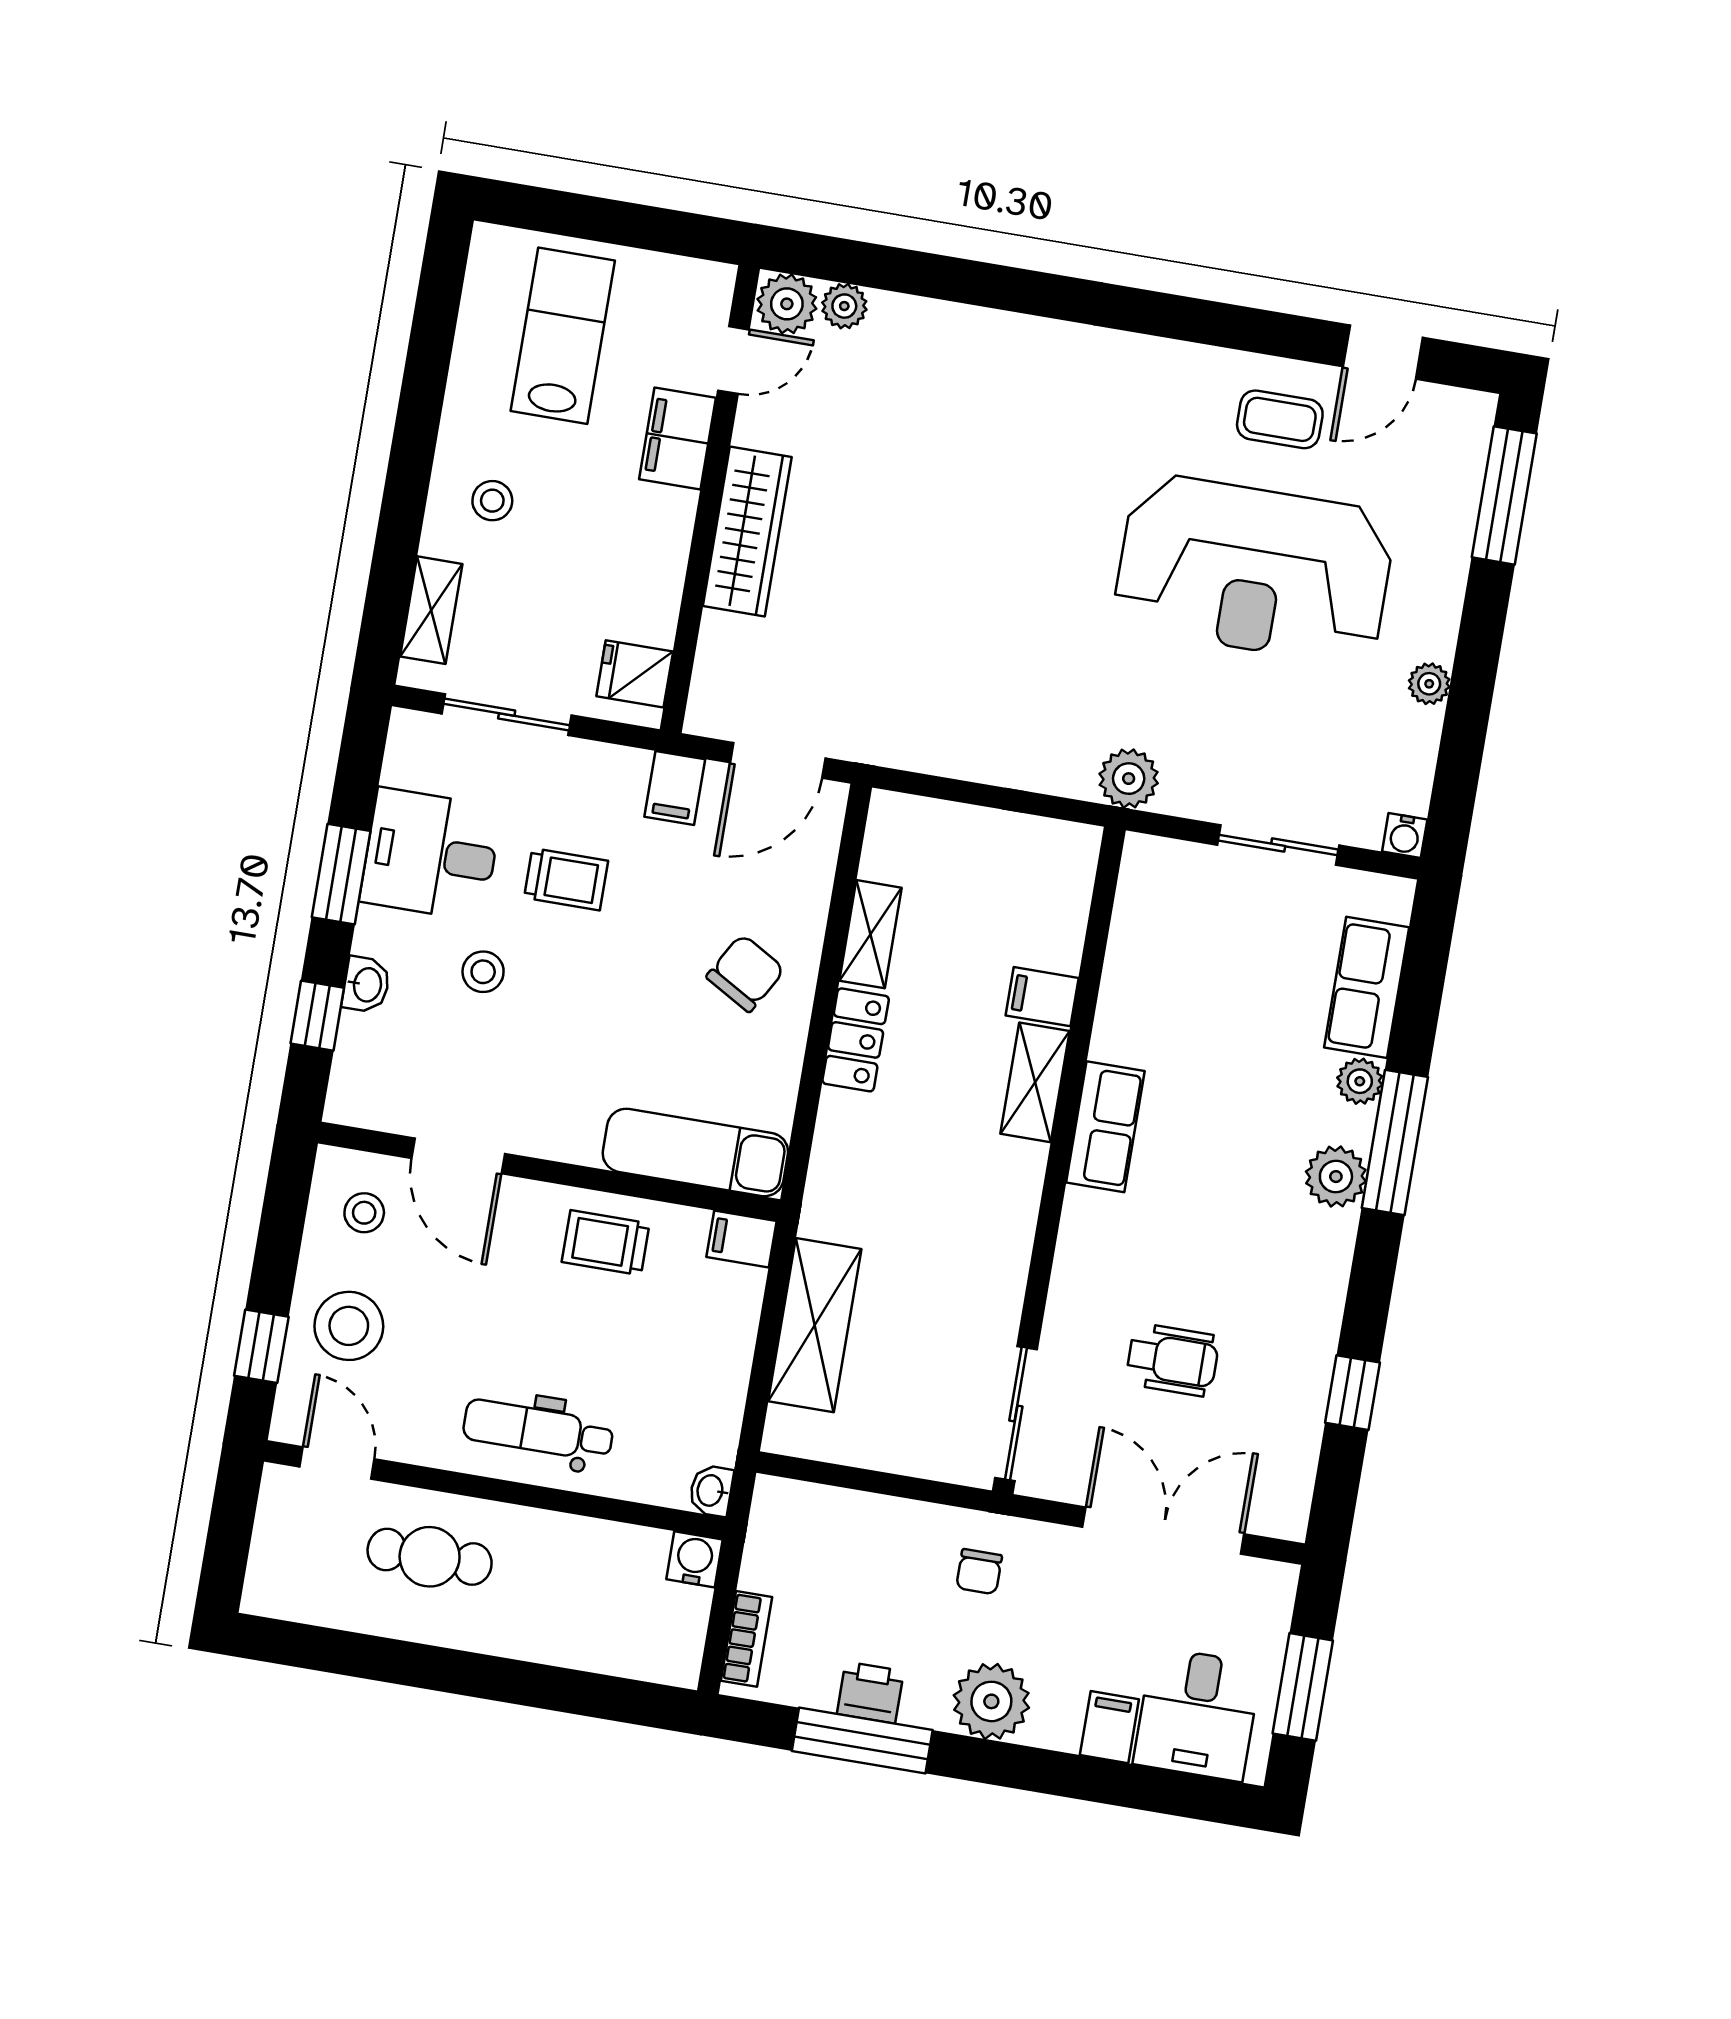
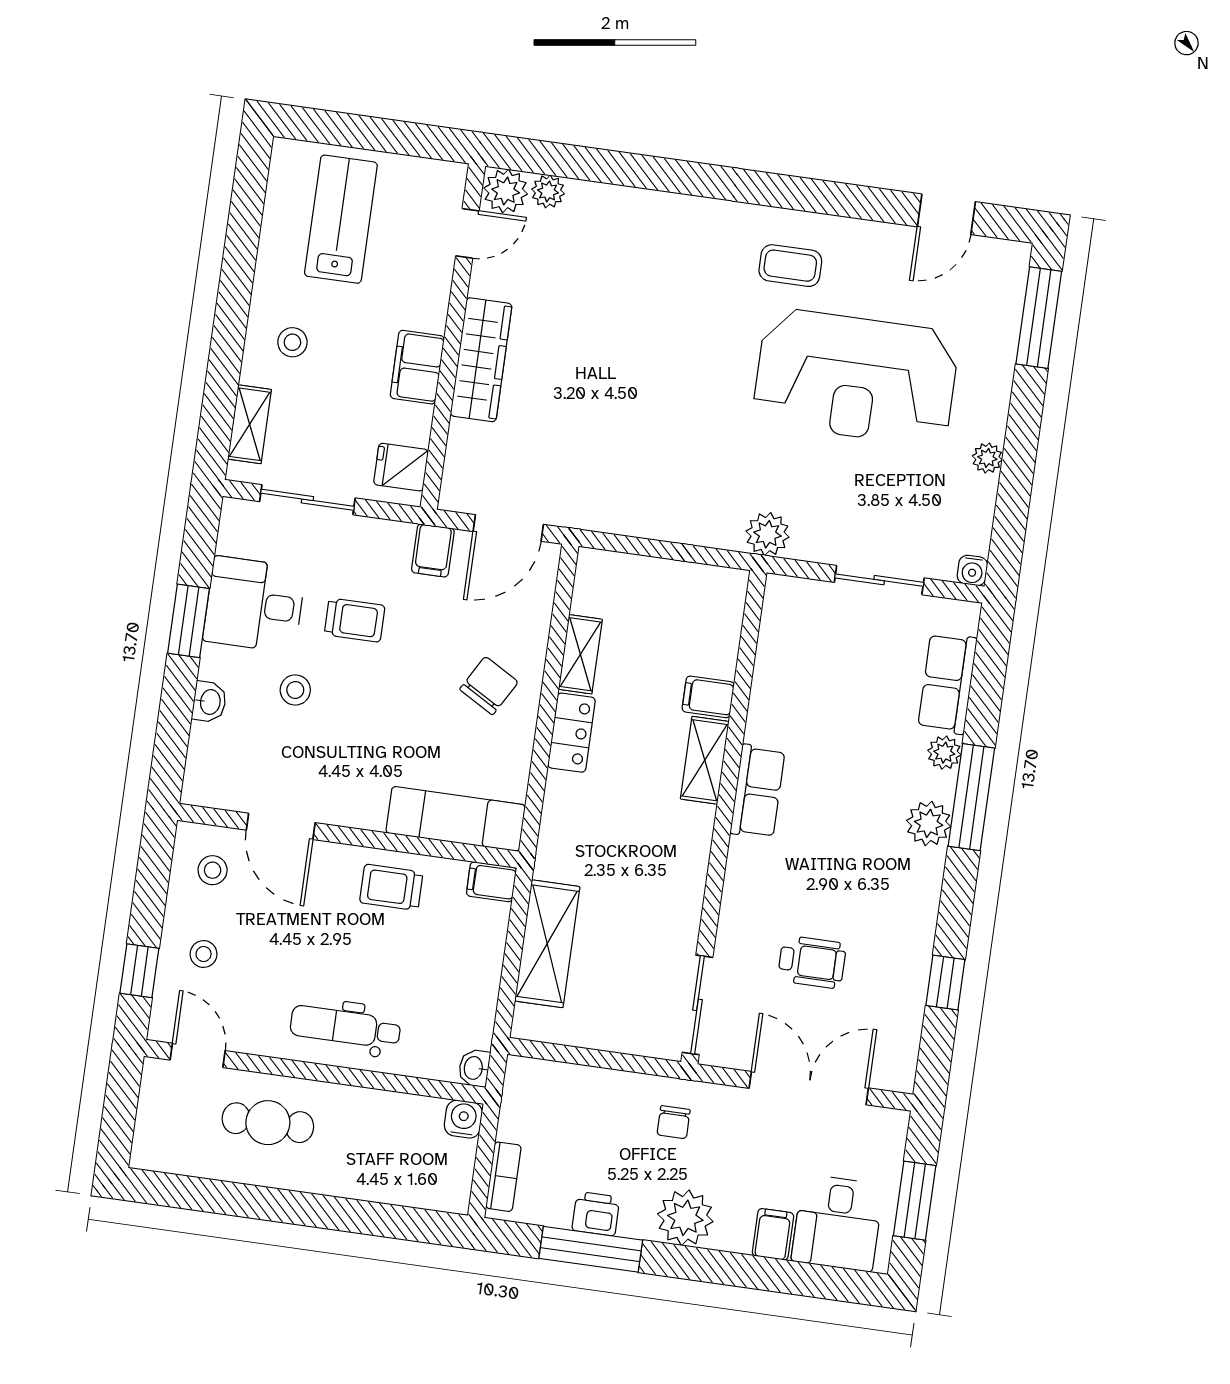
coffee table: (1280, 419) -> (790, 266), moved
filing cabinet: (677, 439) -> (417, 367), moved
window: (317, 1016) -> (174, 726), removed
stool: (349, 1326) -> (204, 954), width x0.53, depth x0.53

